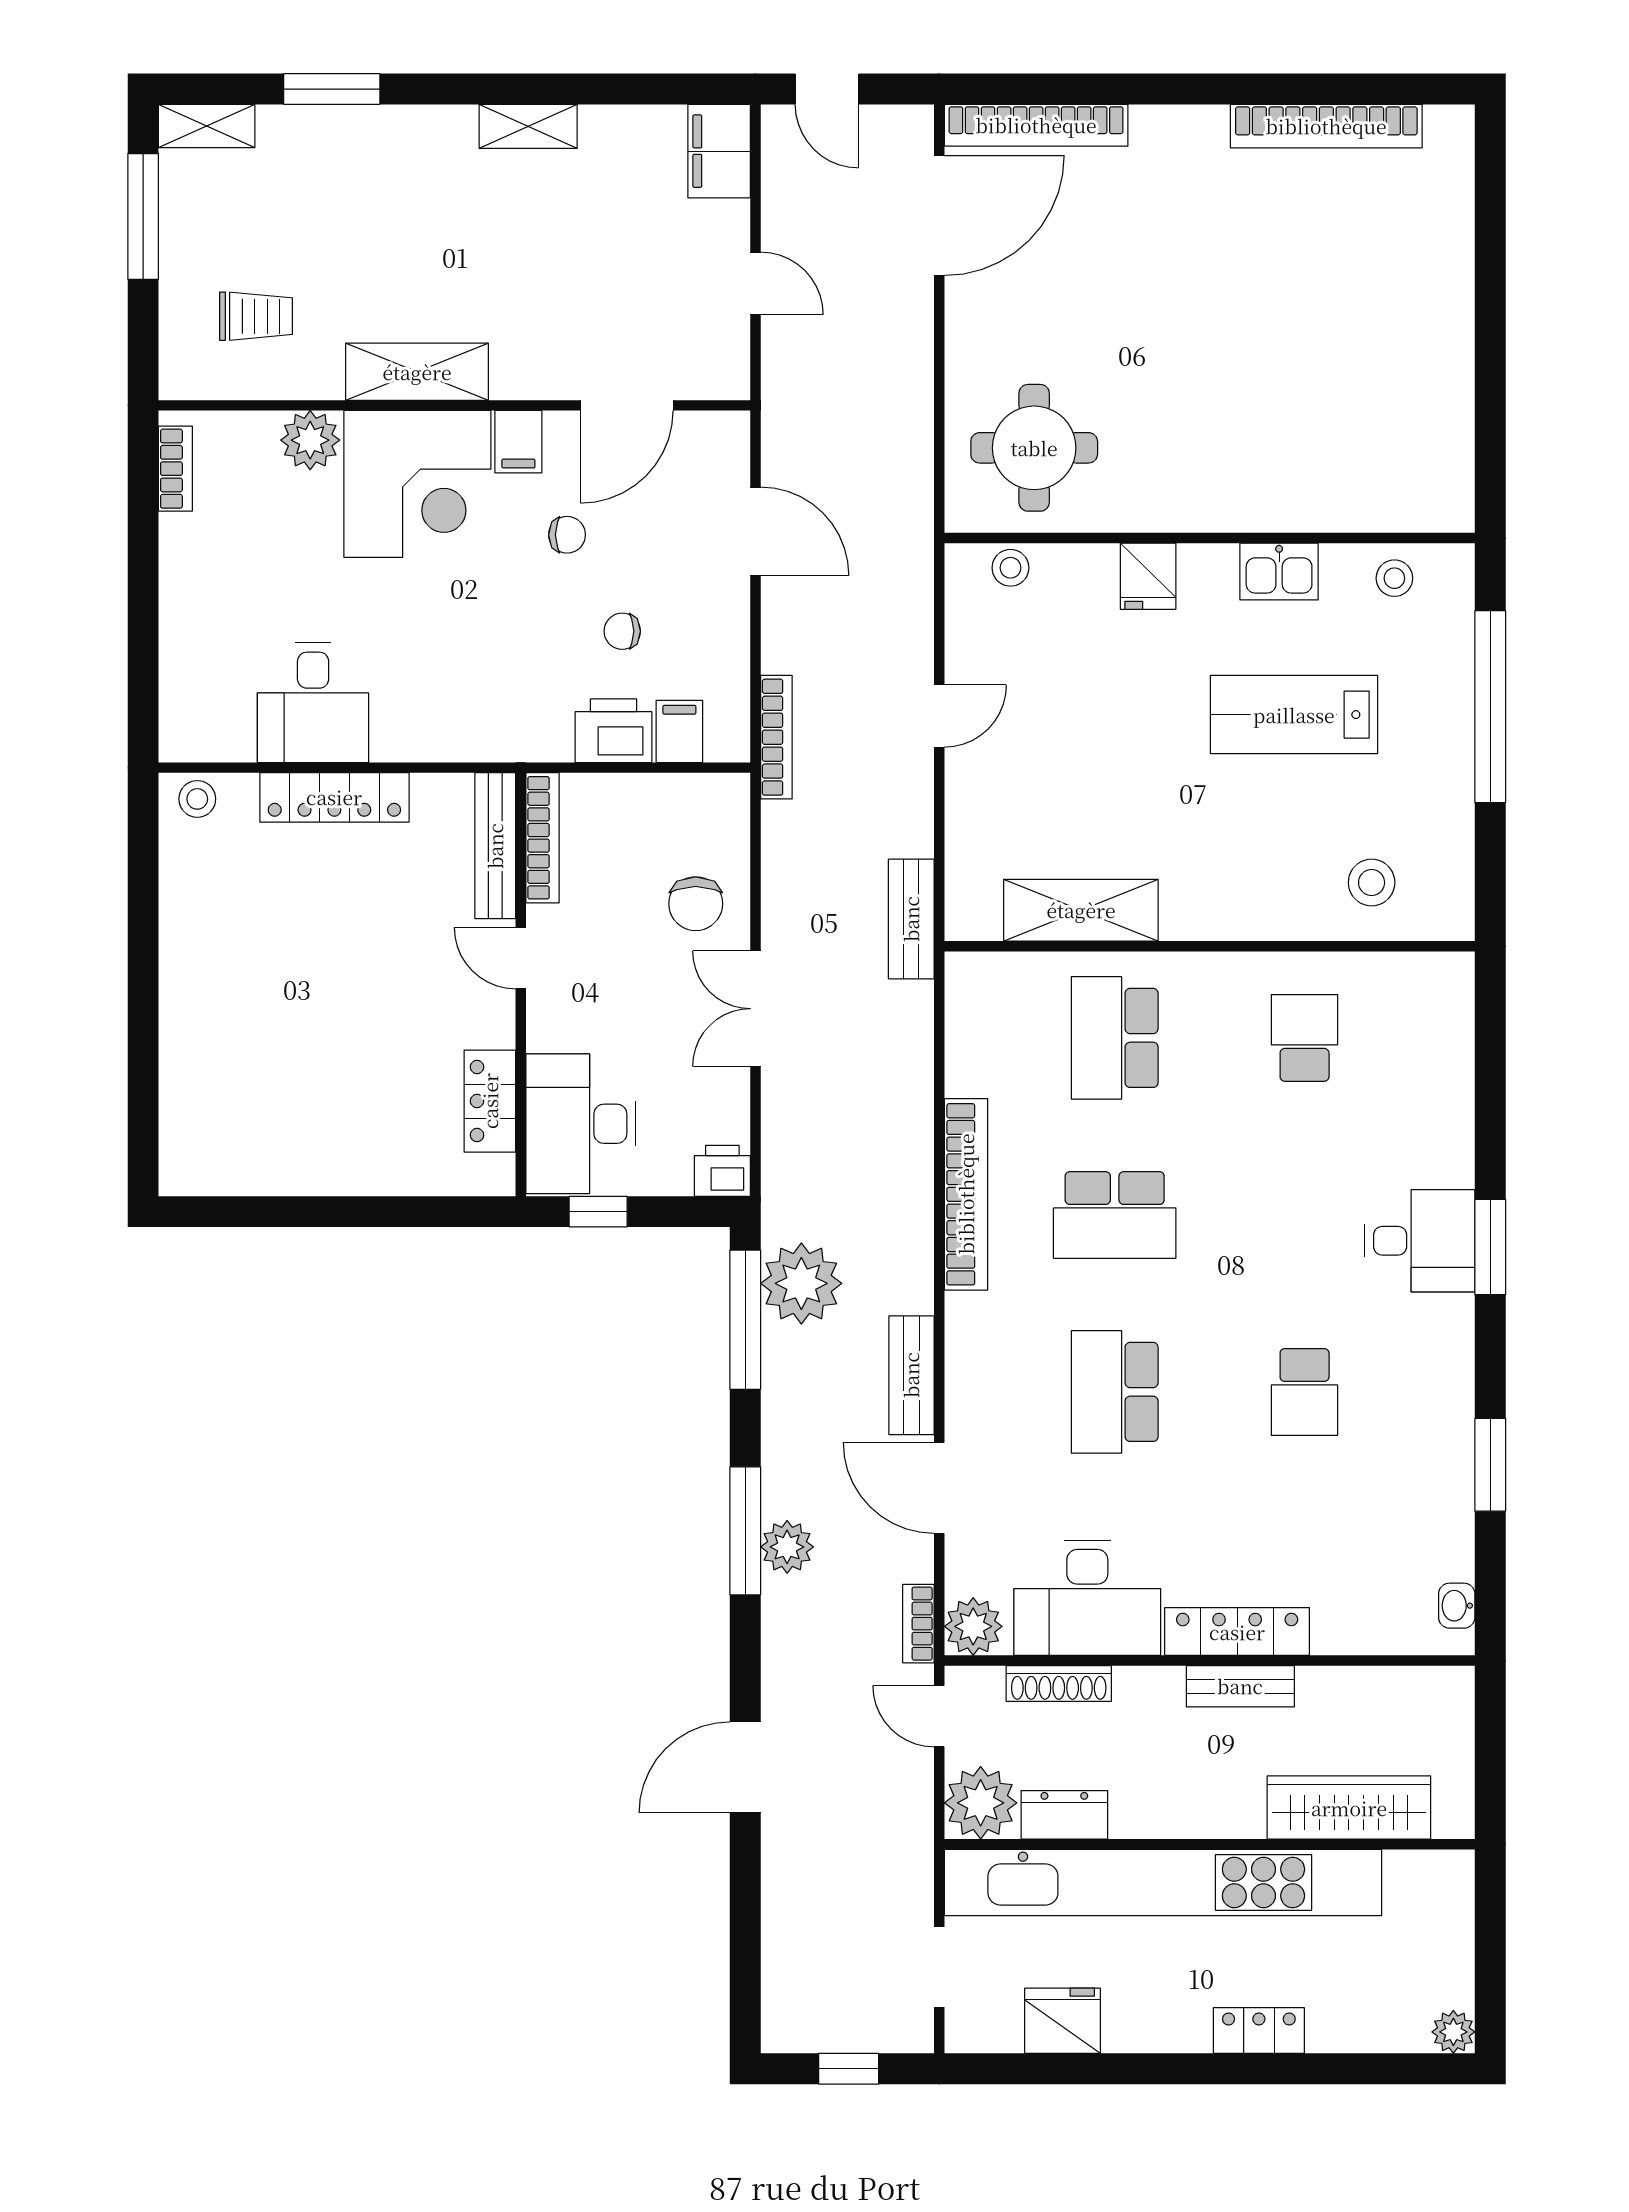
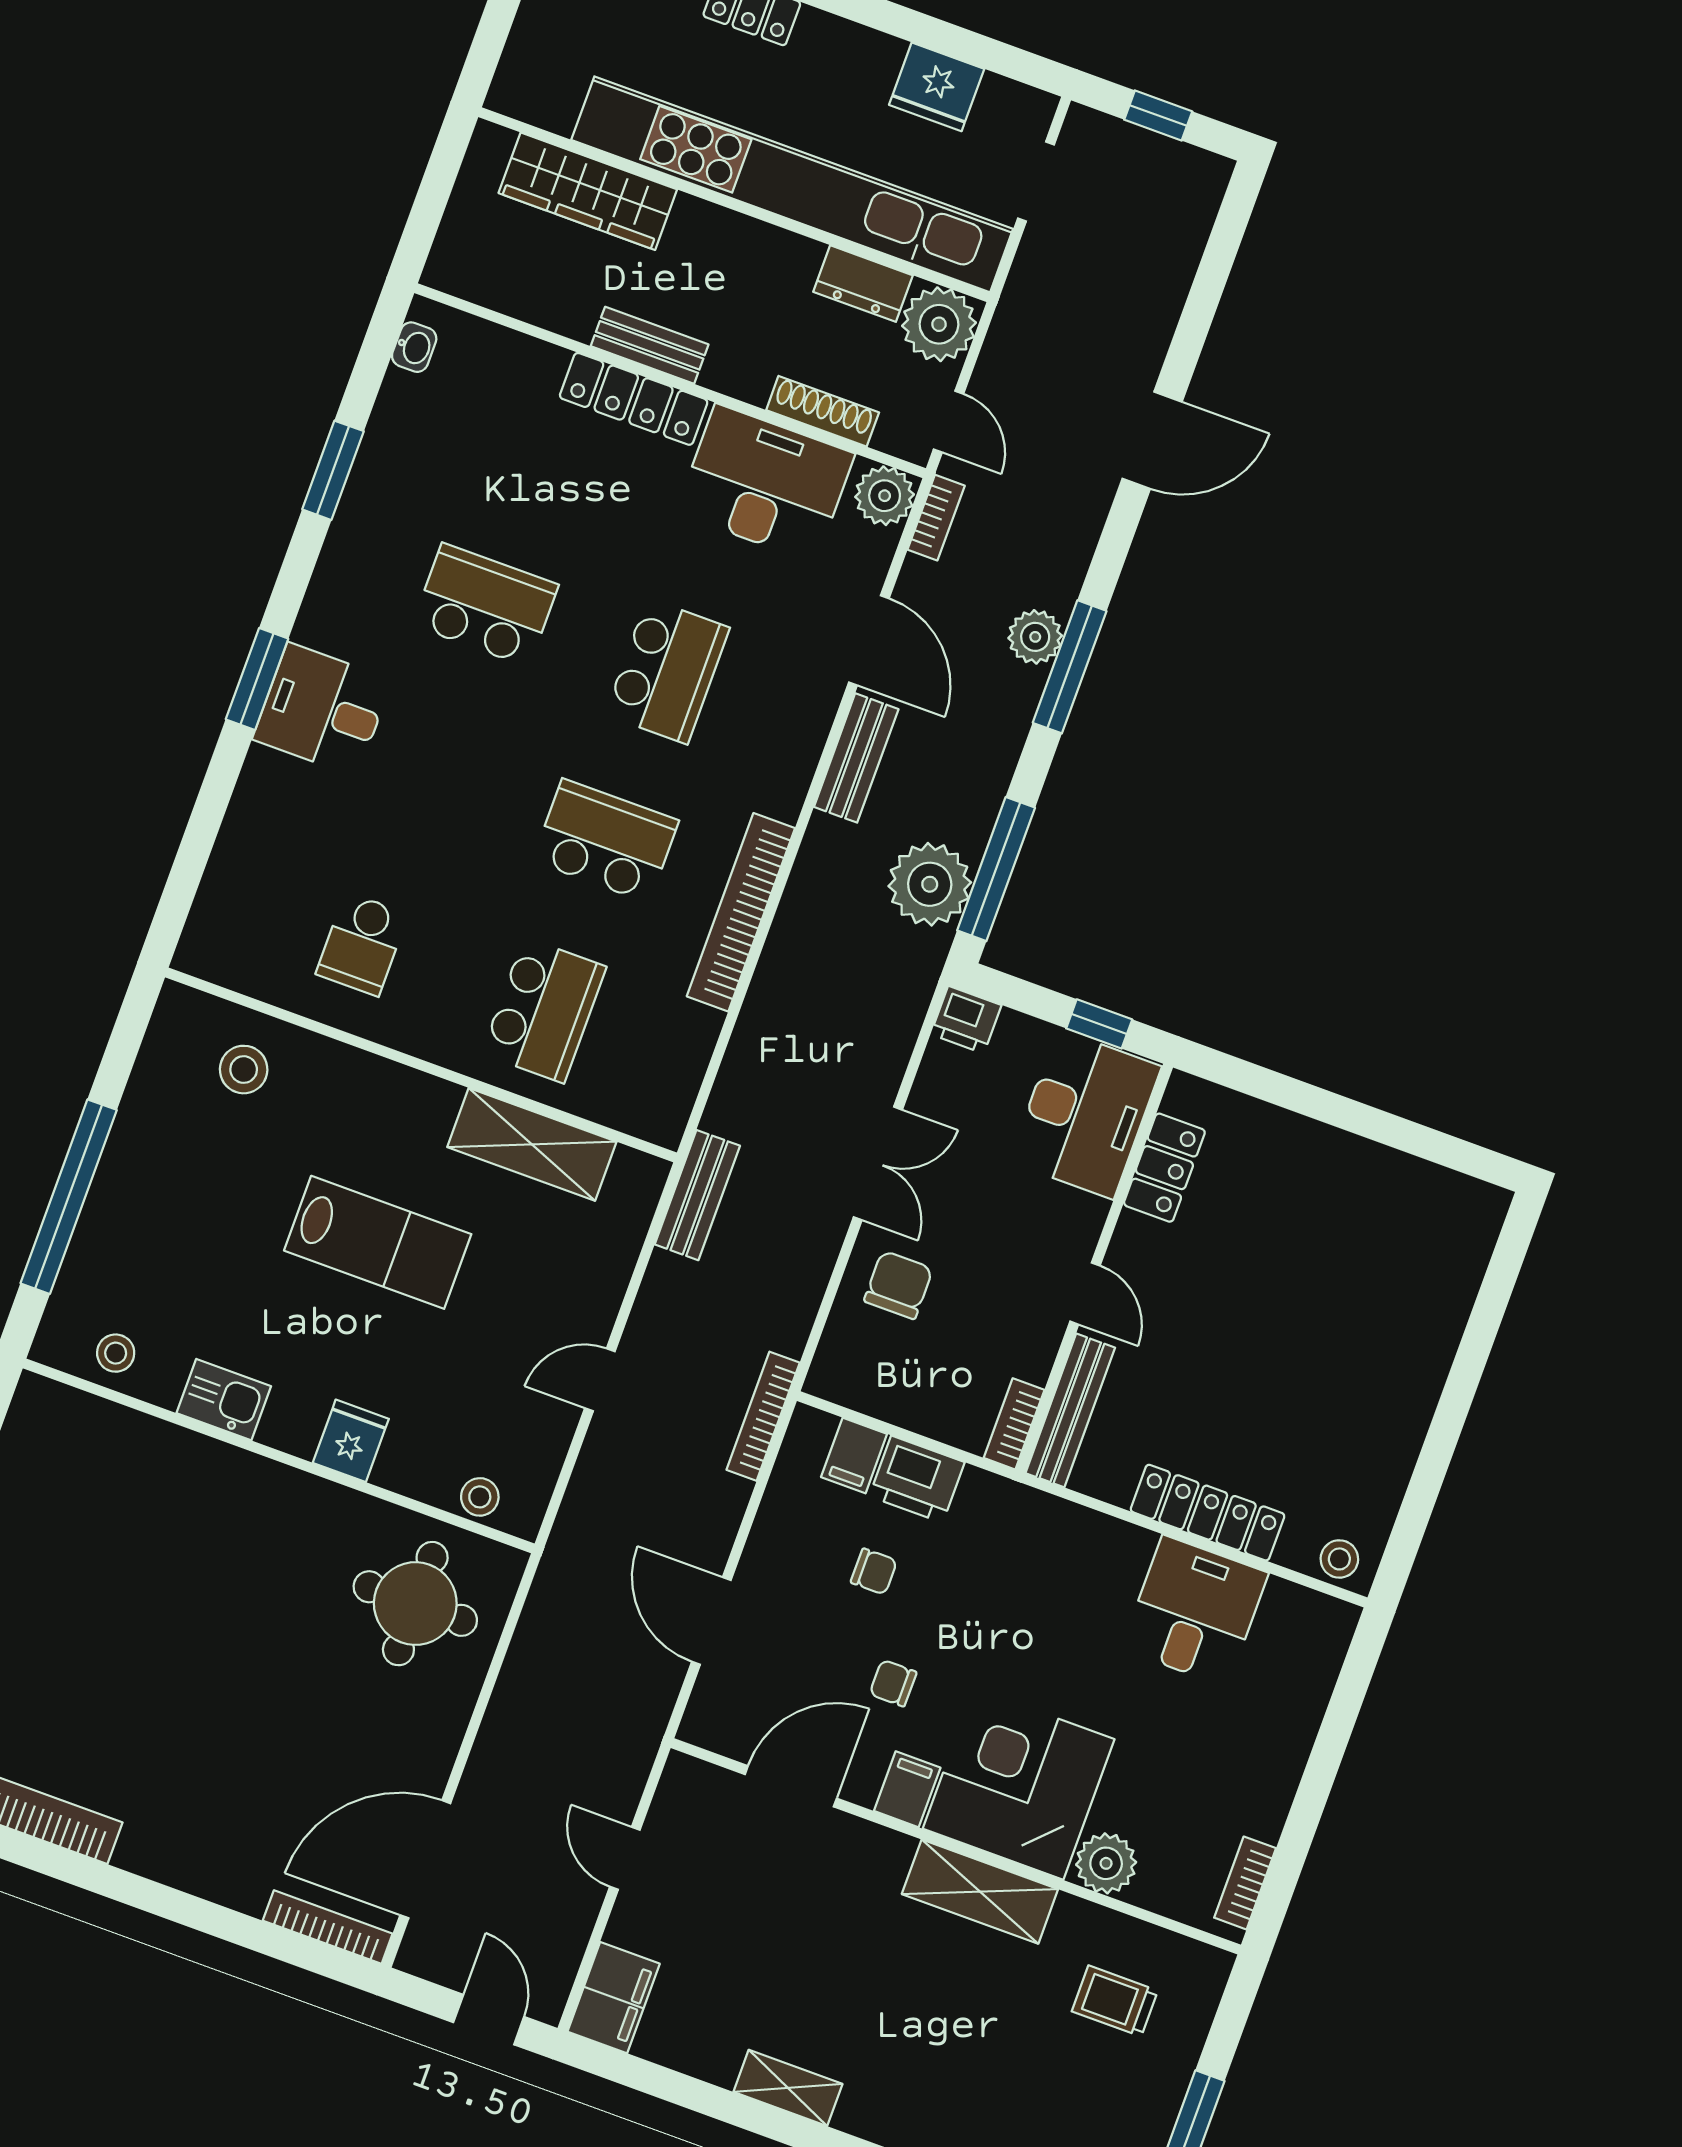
bookcase: (1036, 125) -> (328, 1927), width x0.68, depth x0.76
lab bench: (1294, 715) -> (378, 1242), moved
bookcase: (543, 838) -> (1014, 1424), width x0.64
school desk: (1305, 1392) -> (485, 605), width x1.85

